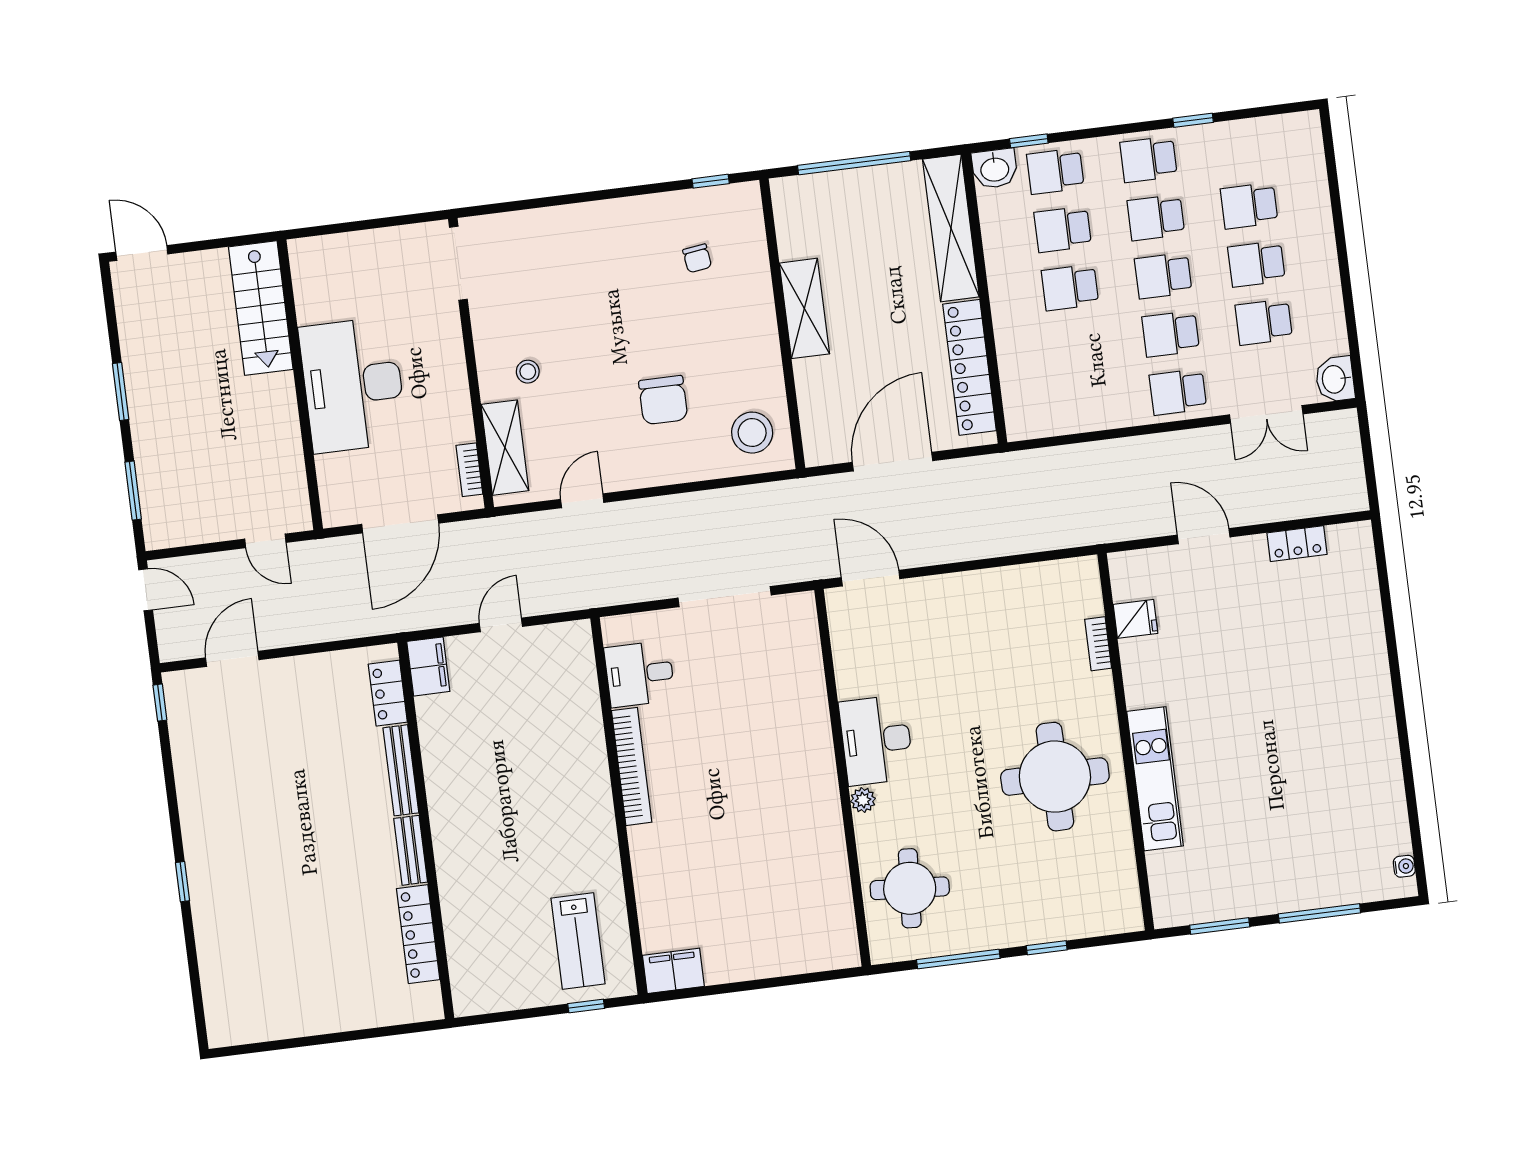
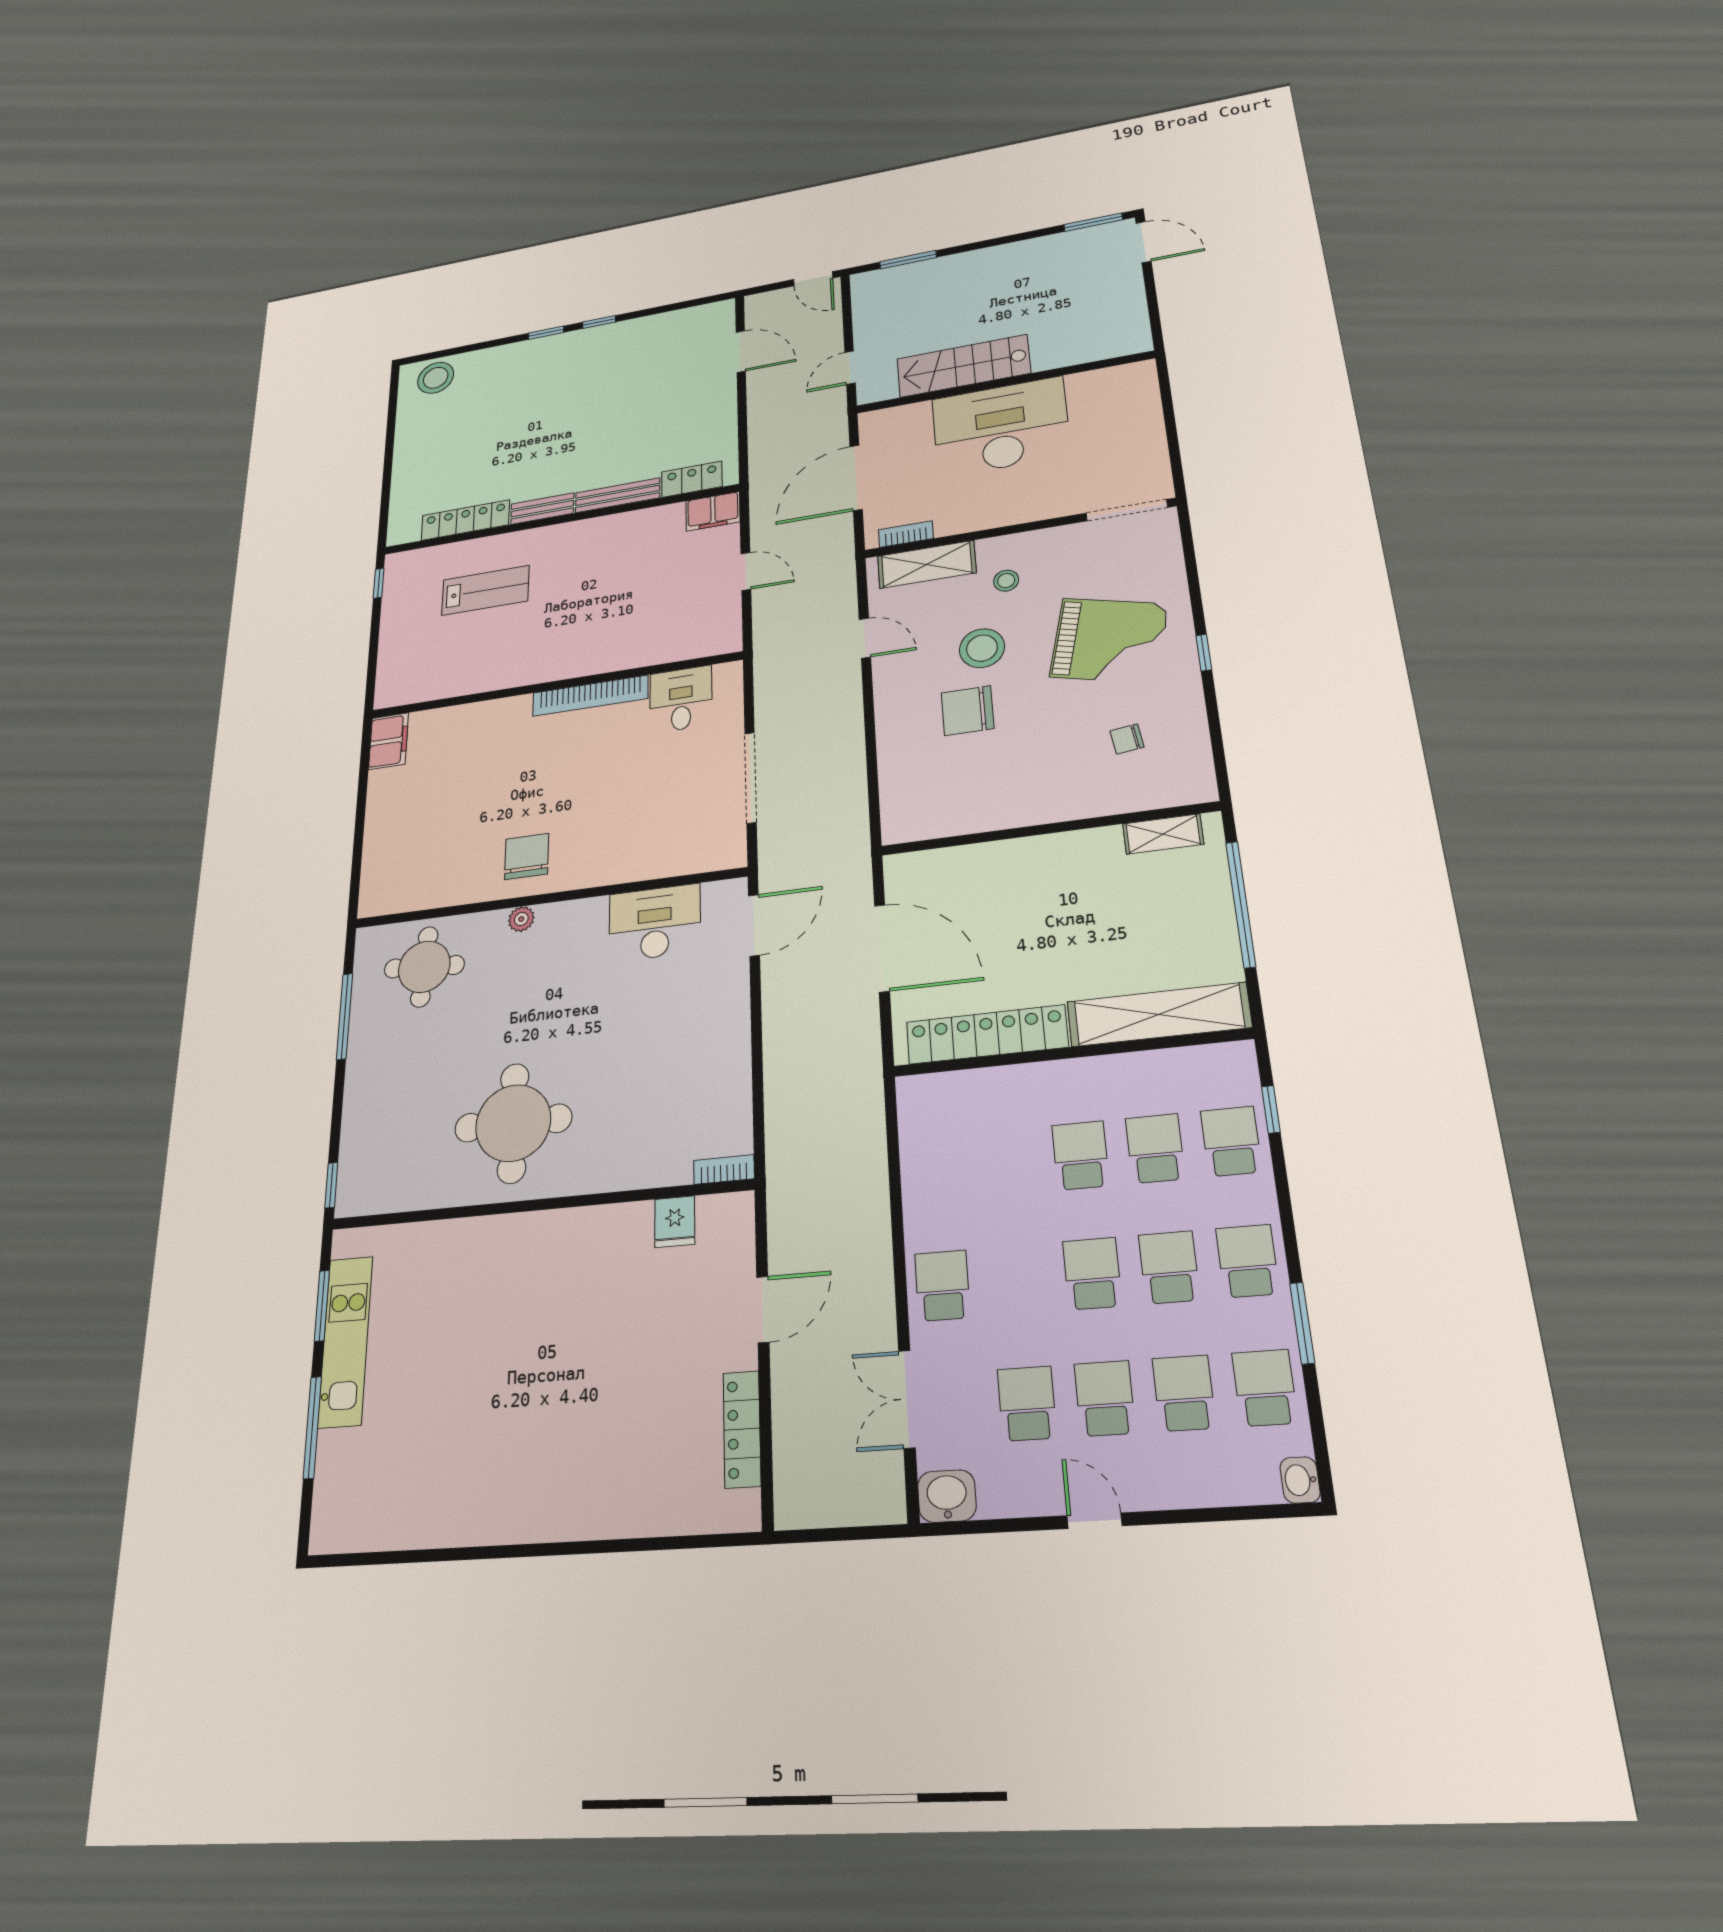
window: (1193, 120) -> (1302, 1323), width x1.50
washbasin: (995, 169) -> (1300, 1480), moved, width x0.72, depth x0.69
window: (711, 181) -> (1204, 653), moved
door: (142, 253) -> (1144, 242), hinge flipped
door: (1344, 269) -> (1094, 1521), added
grand piano: (597, 276) -> (1109, 640), added
stairs: (261, 308) -> (963, 366), moved
shelving: (804, 308) -> (1163, 834), moved, width x0.67, depth x0.75
school desk: (1171, 334) -> (1265, 1388), moved
window: (121, 392) -> (1093, 222), moved
stool: (752, 433) -> (982, 648), moved
door: (400, 524) -> (856, 478), hinge flipped
locker: (1297, 544) -> (742, 1429), width x1.53
door: (146, 590) -> (813, 279), hinge flipped
bookcase: (1098, 644) -> (724, 1169), moved
window: (160, 703) -> (599, 322), moved
desk: (876, 740) -> (655, 923), moved
kitchen unit: (1155, 779) -> (345, 1341), moved, turned -90
chair: (800, 805) -> (527, 856), added
water cooler: (1404, 866) -> (344, 1540), removed
lab bench: (578, 941) -> (485, 590), moved, turned 180
window: (1047, 948) -> (331, 1185), moved
stool: (230, 1002) -> (436, 378), added
window: (586, 1006) -> (379, 583), moved

